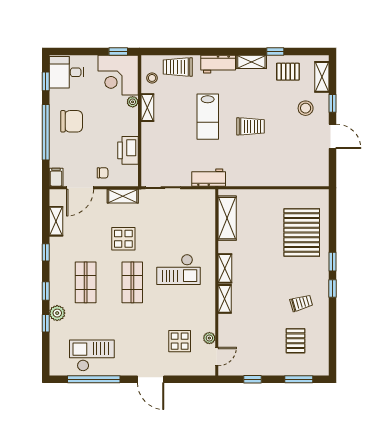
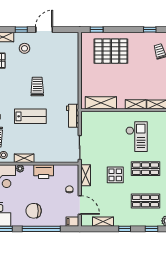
chair: (72, 121) -> (34, 211), turned -90
printer: (128, 150) -> (44, 172), moved
window: (333, 262) -> (97, 30), moved

